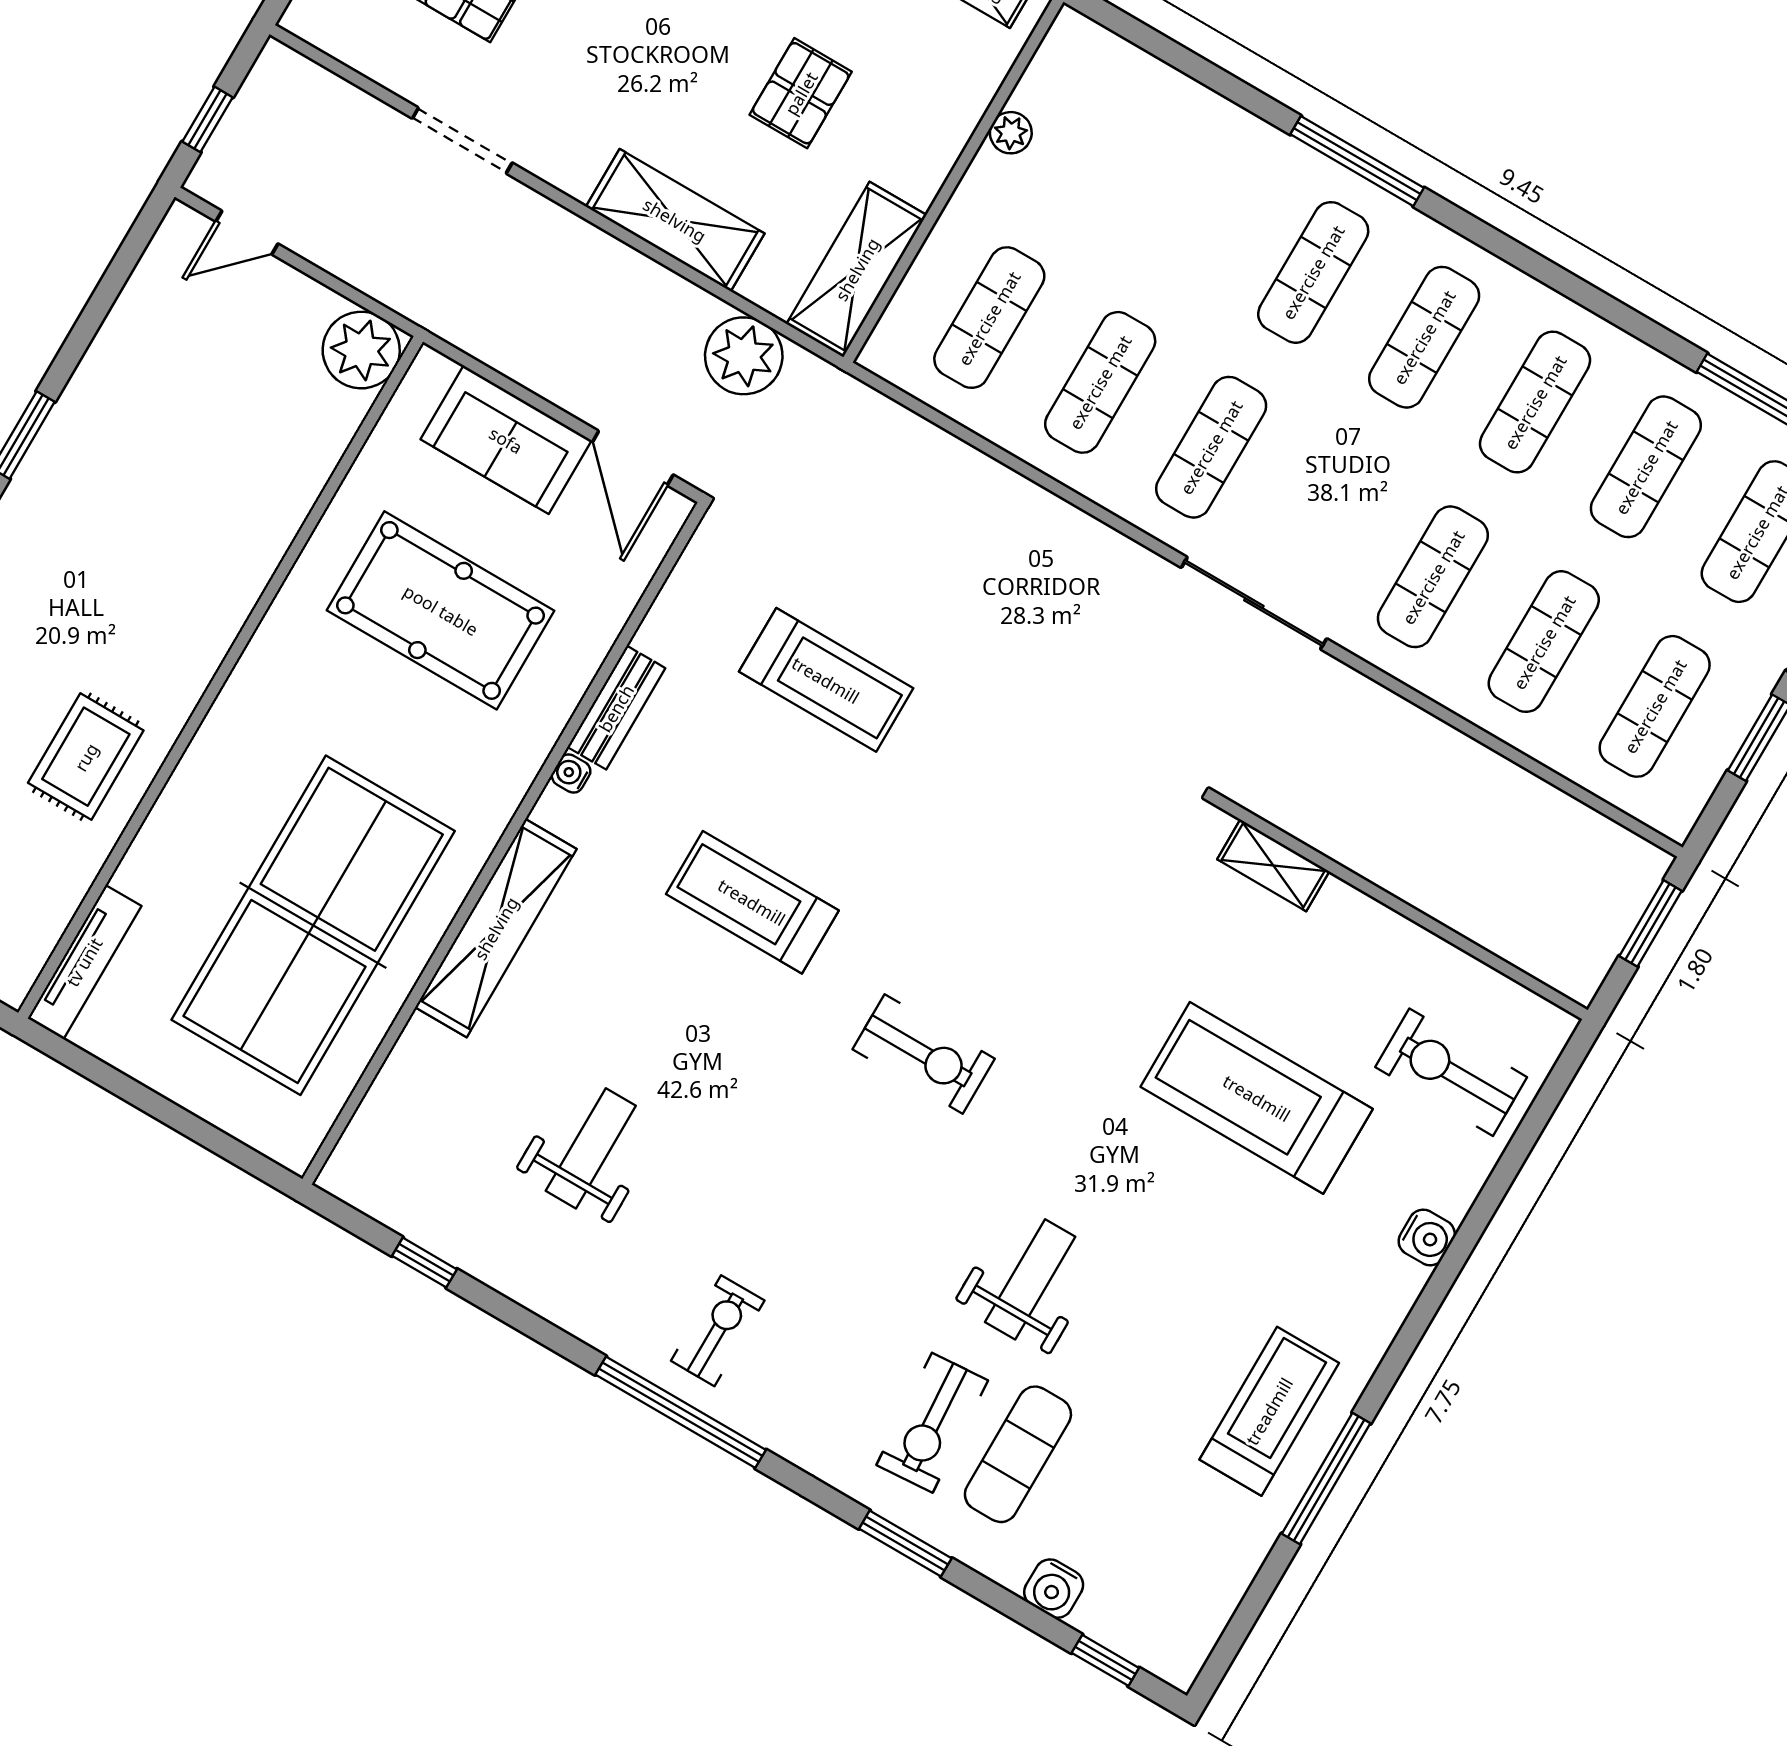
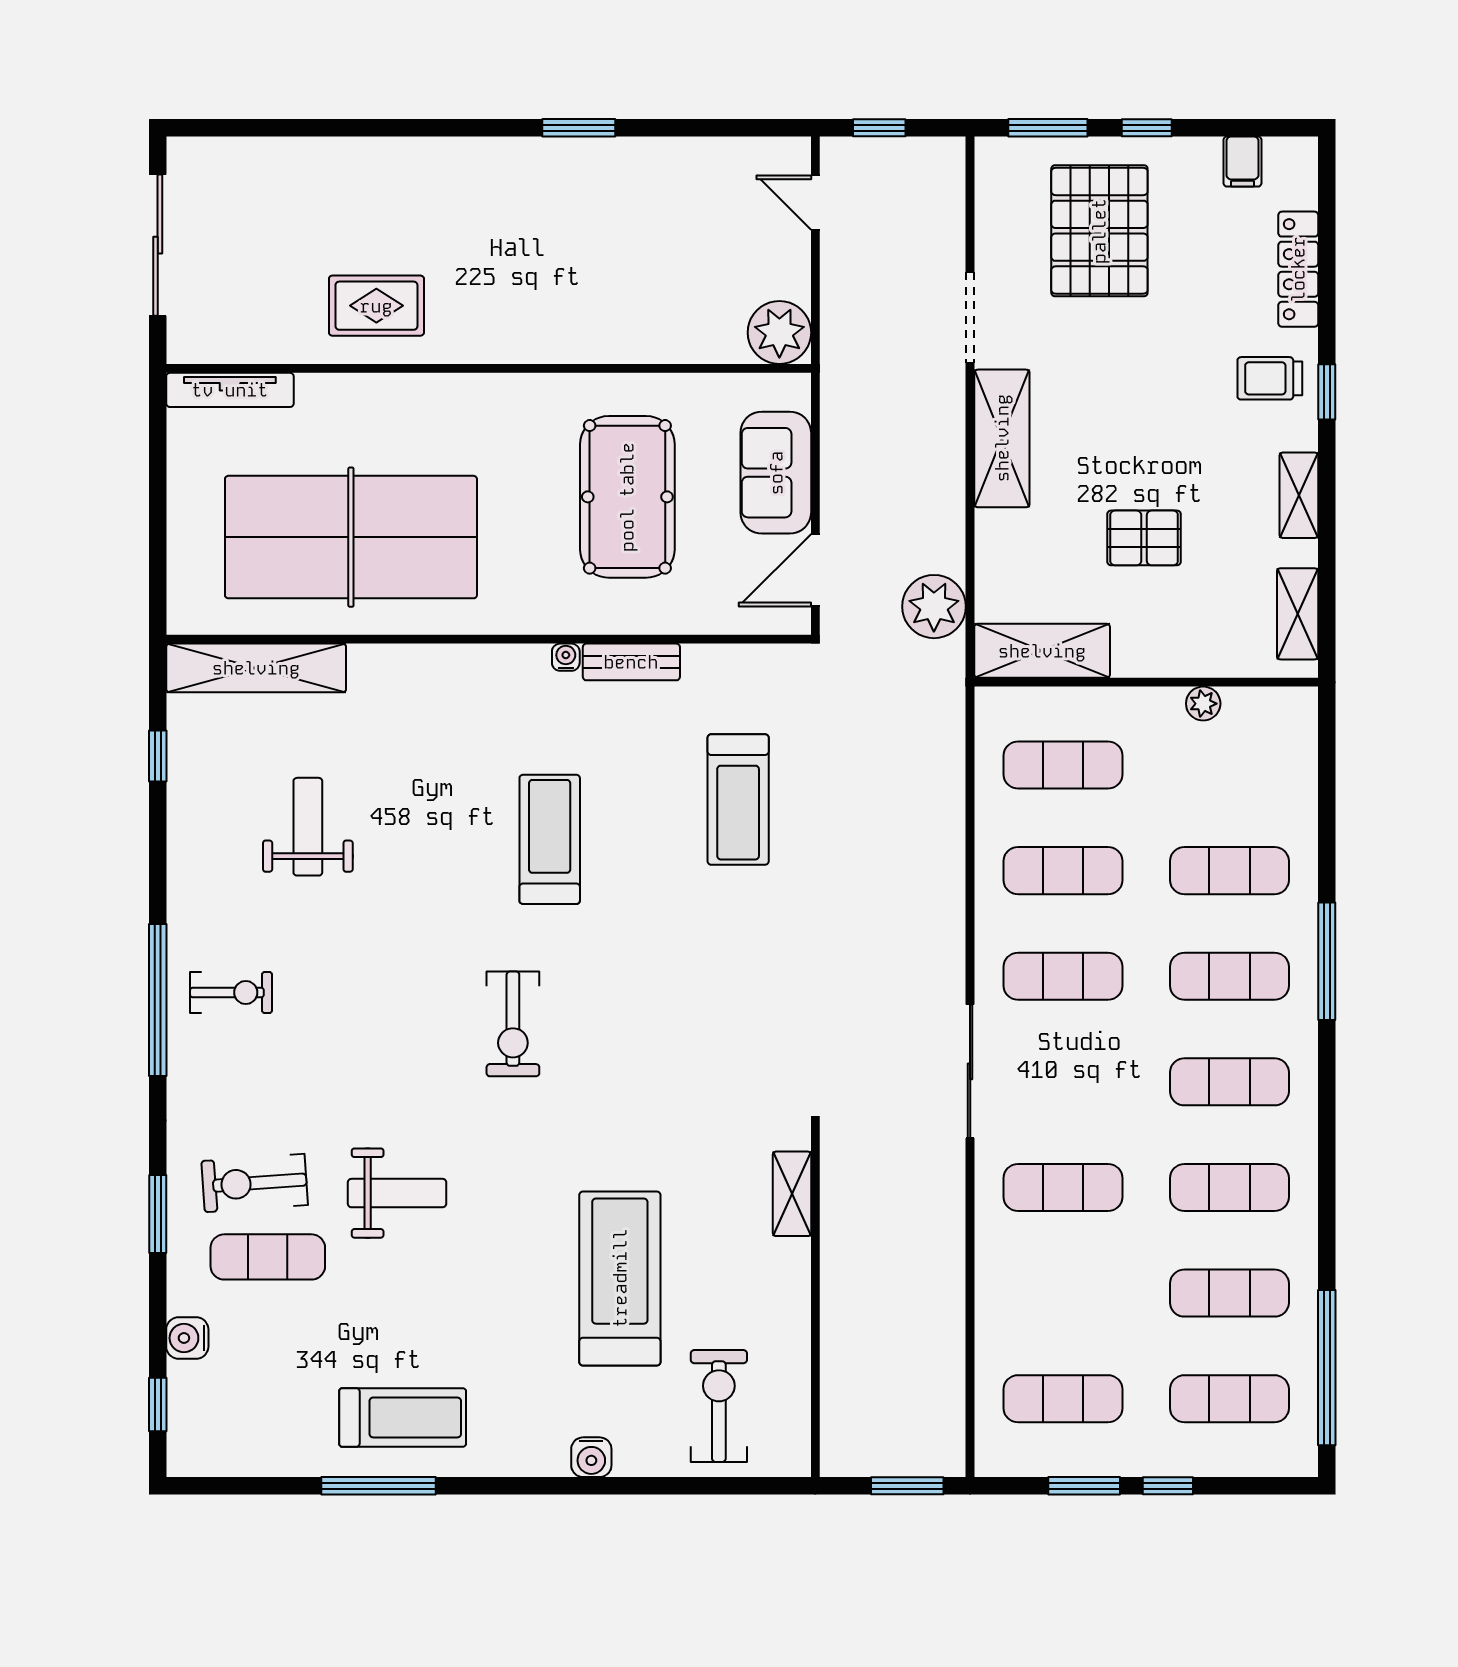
shelving: (675, 220) -> (1002, 438), moved
exercise mat: (1544, 642) -> (1229, 871), moved
shelving: (496, 928) -> (256, 668), moved
weight bench: (591, 1148) -> (308, 827), turned -90

